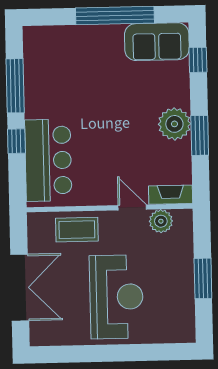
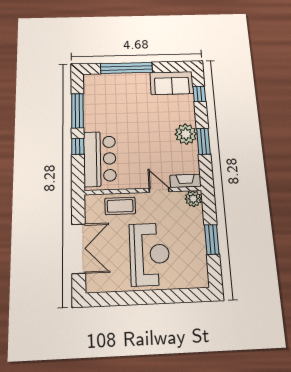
window: (115, 15) -> (126, 68), moved
plant: (161, 221) -> (193, 199), moved

